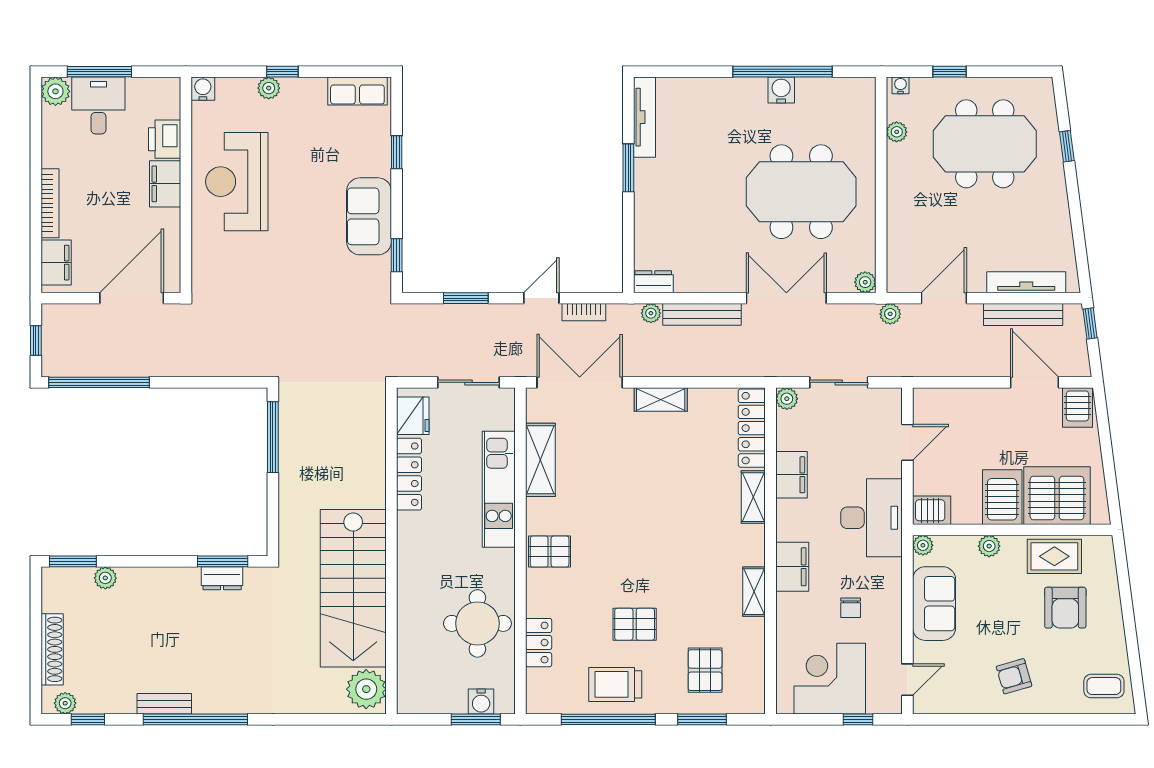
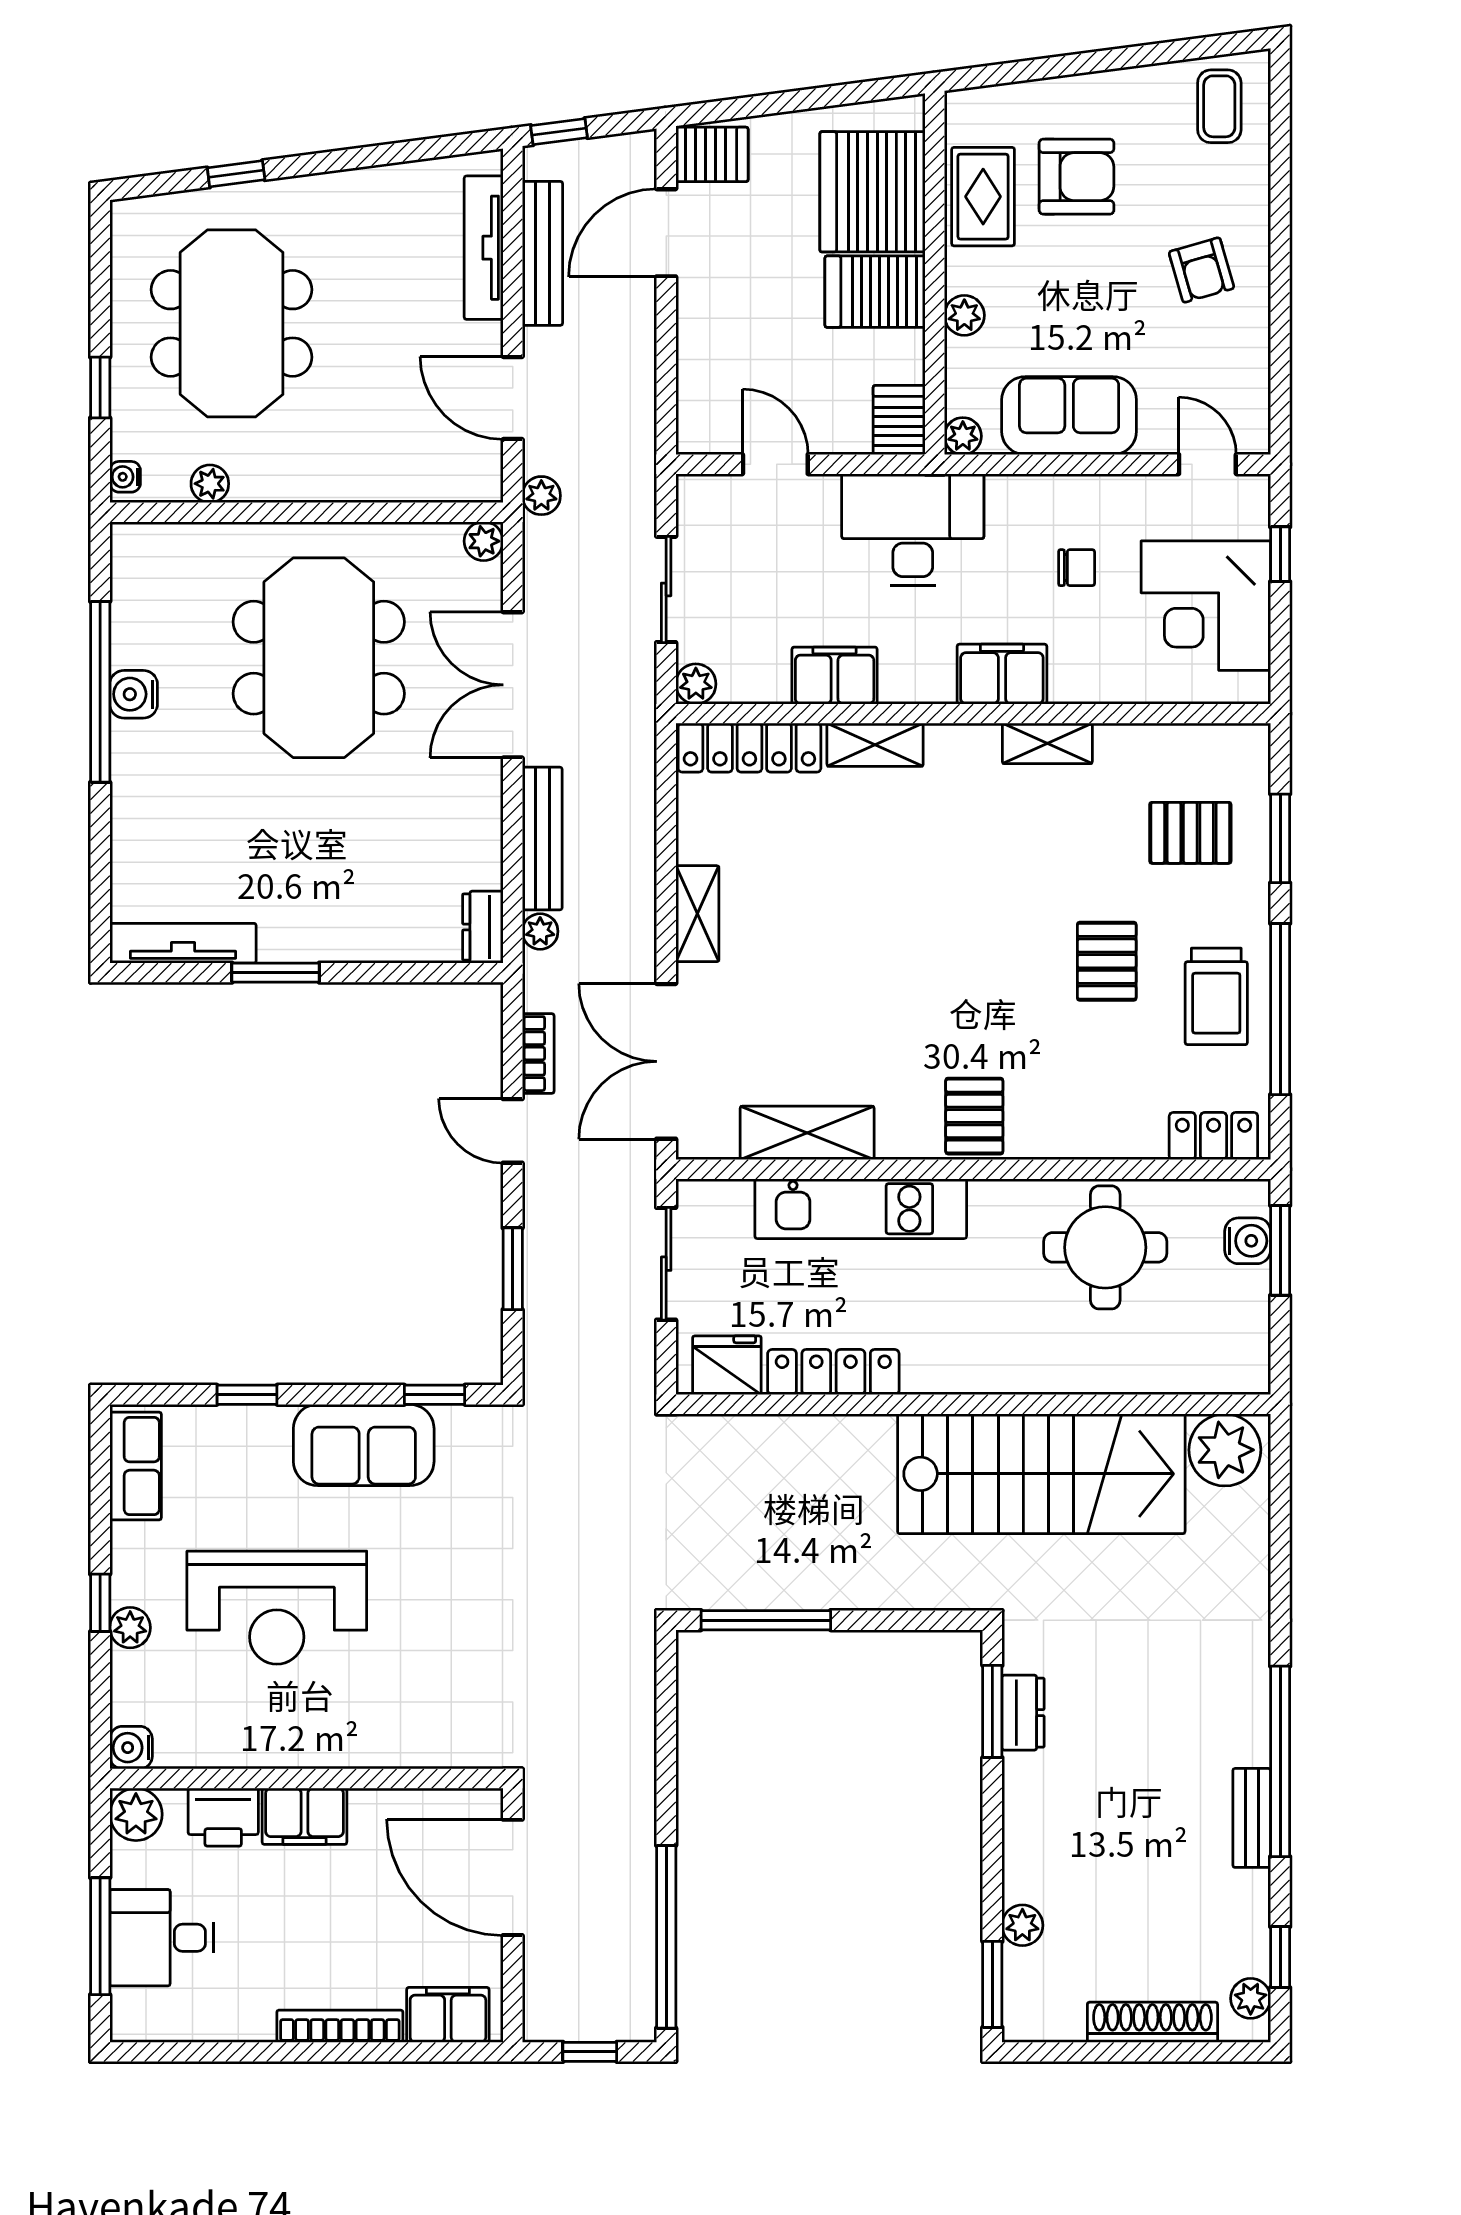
plant: (55, 91) -> (136, 1814), moved
reception desk: (237, 182) -> (277, 1608), moved
locker: (539, 643) -> (1213, 1136), moved

